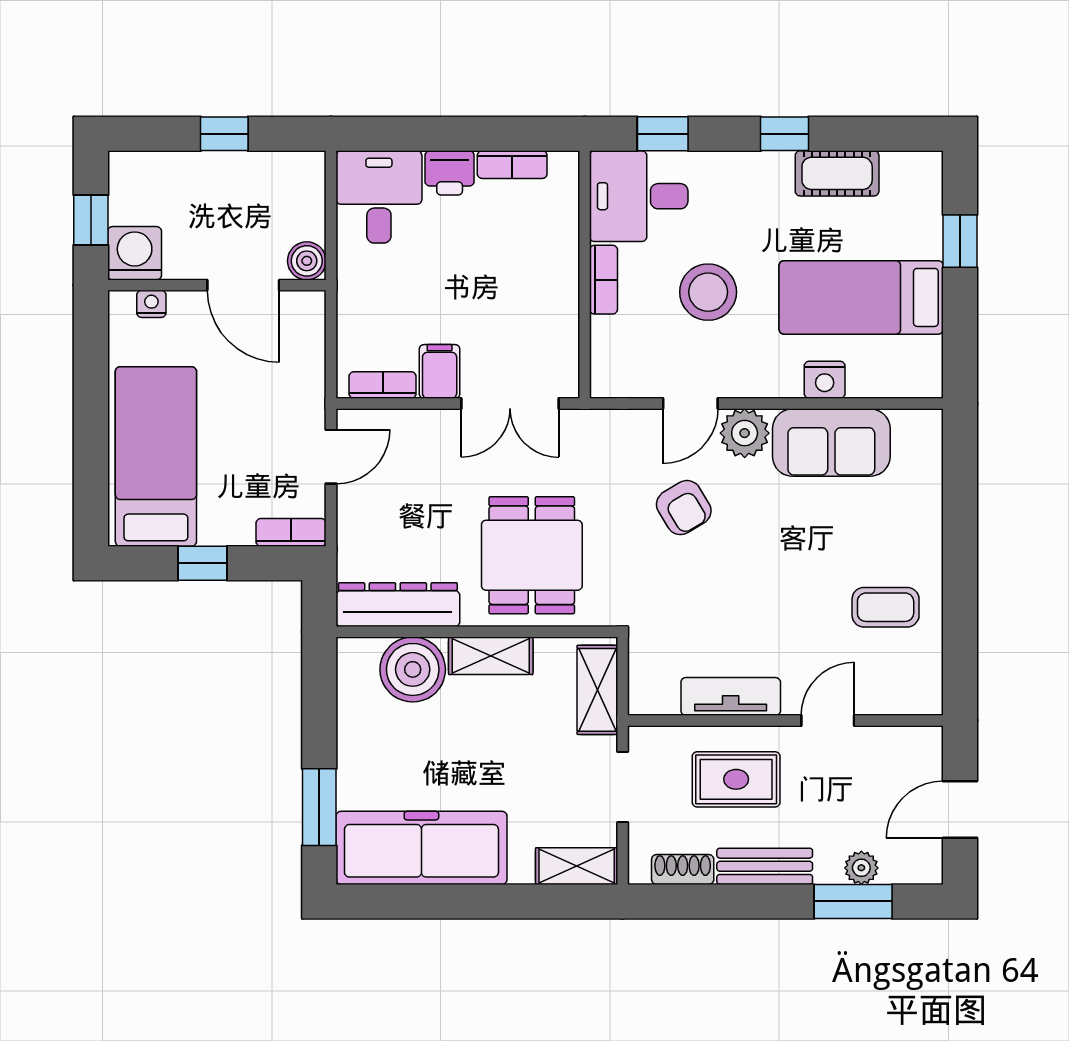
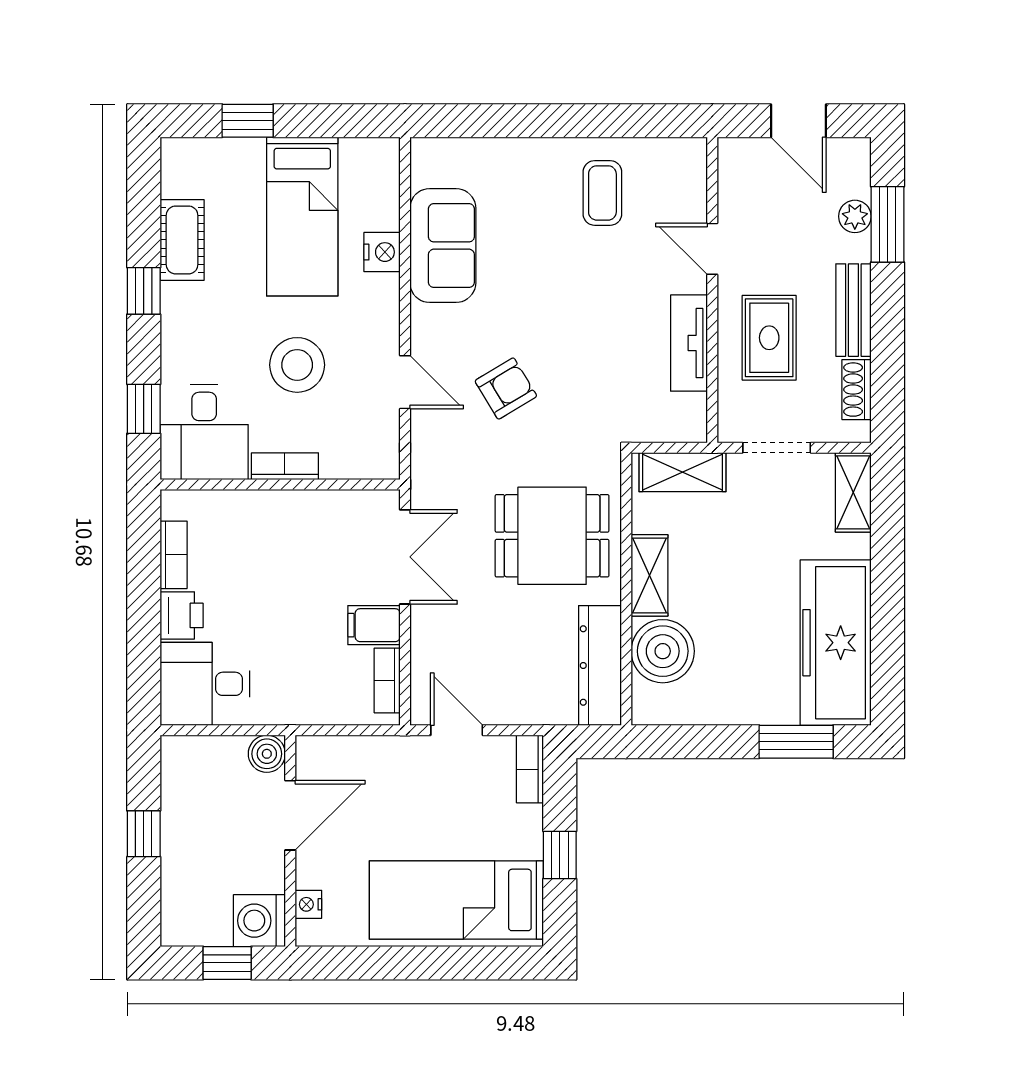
plant: (745, 433) -> (434, 330), removed

